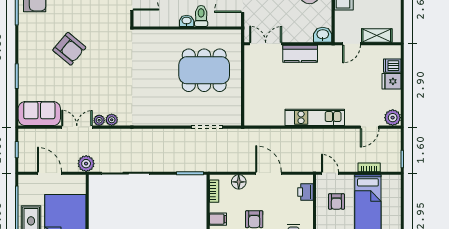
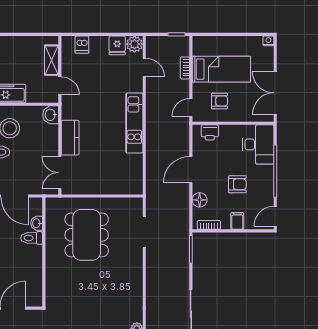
washbasin: (187, 21) -> (37, 223), moved
fridge: (391, 81) -> (117, 45), moved

